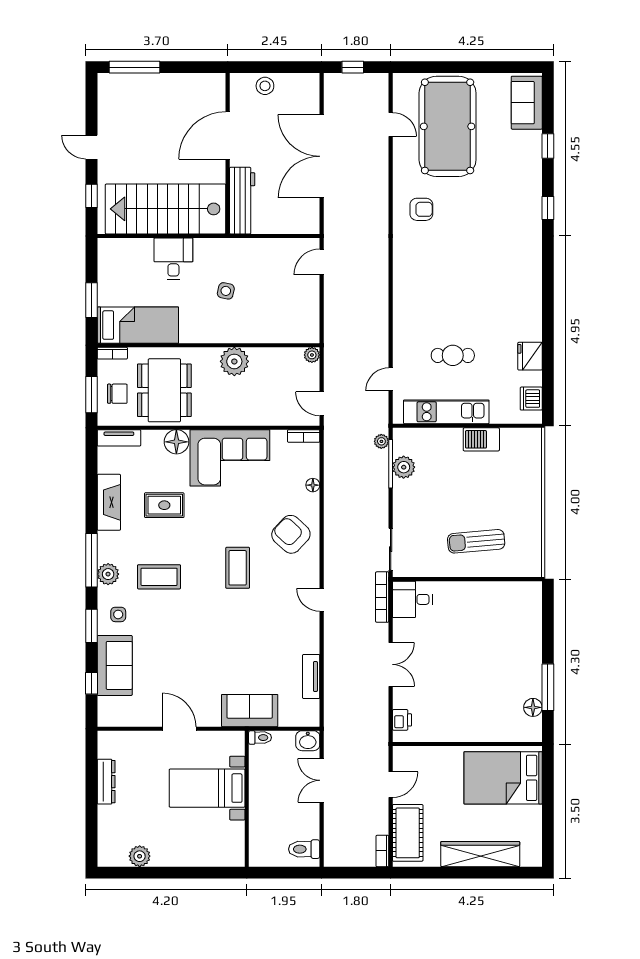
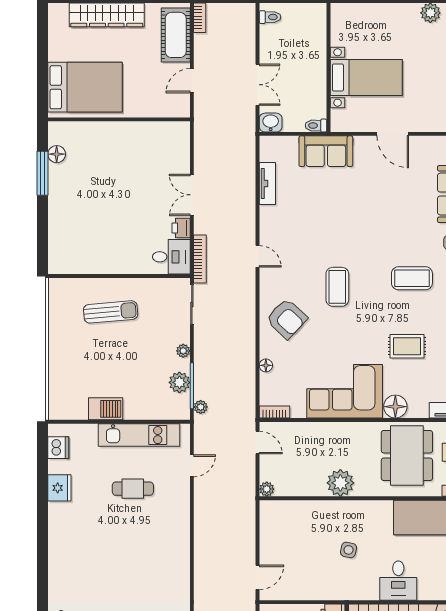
plant: (400, 500) -> (183, 351), added
printer: (402, 720) -> (181, 228), moved
toilet: (304, 849) -> (270, 17), width x0.73, depth x0.72

